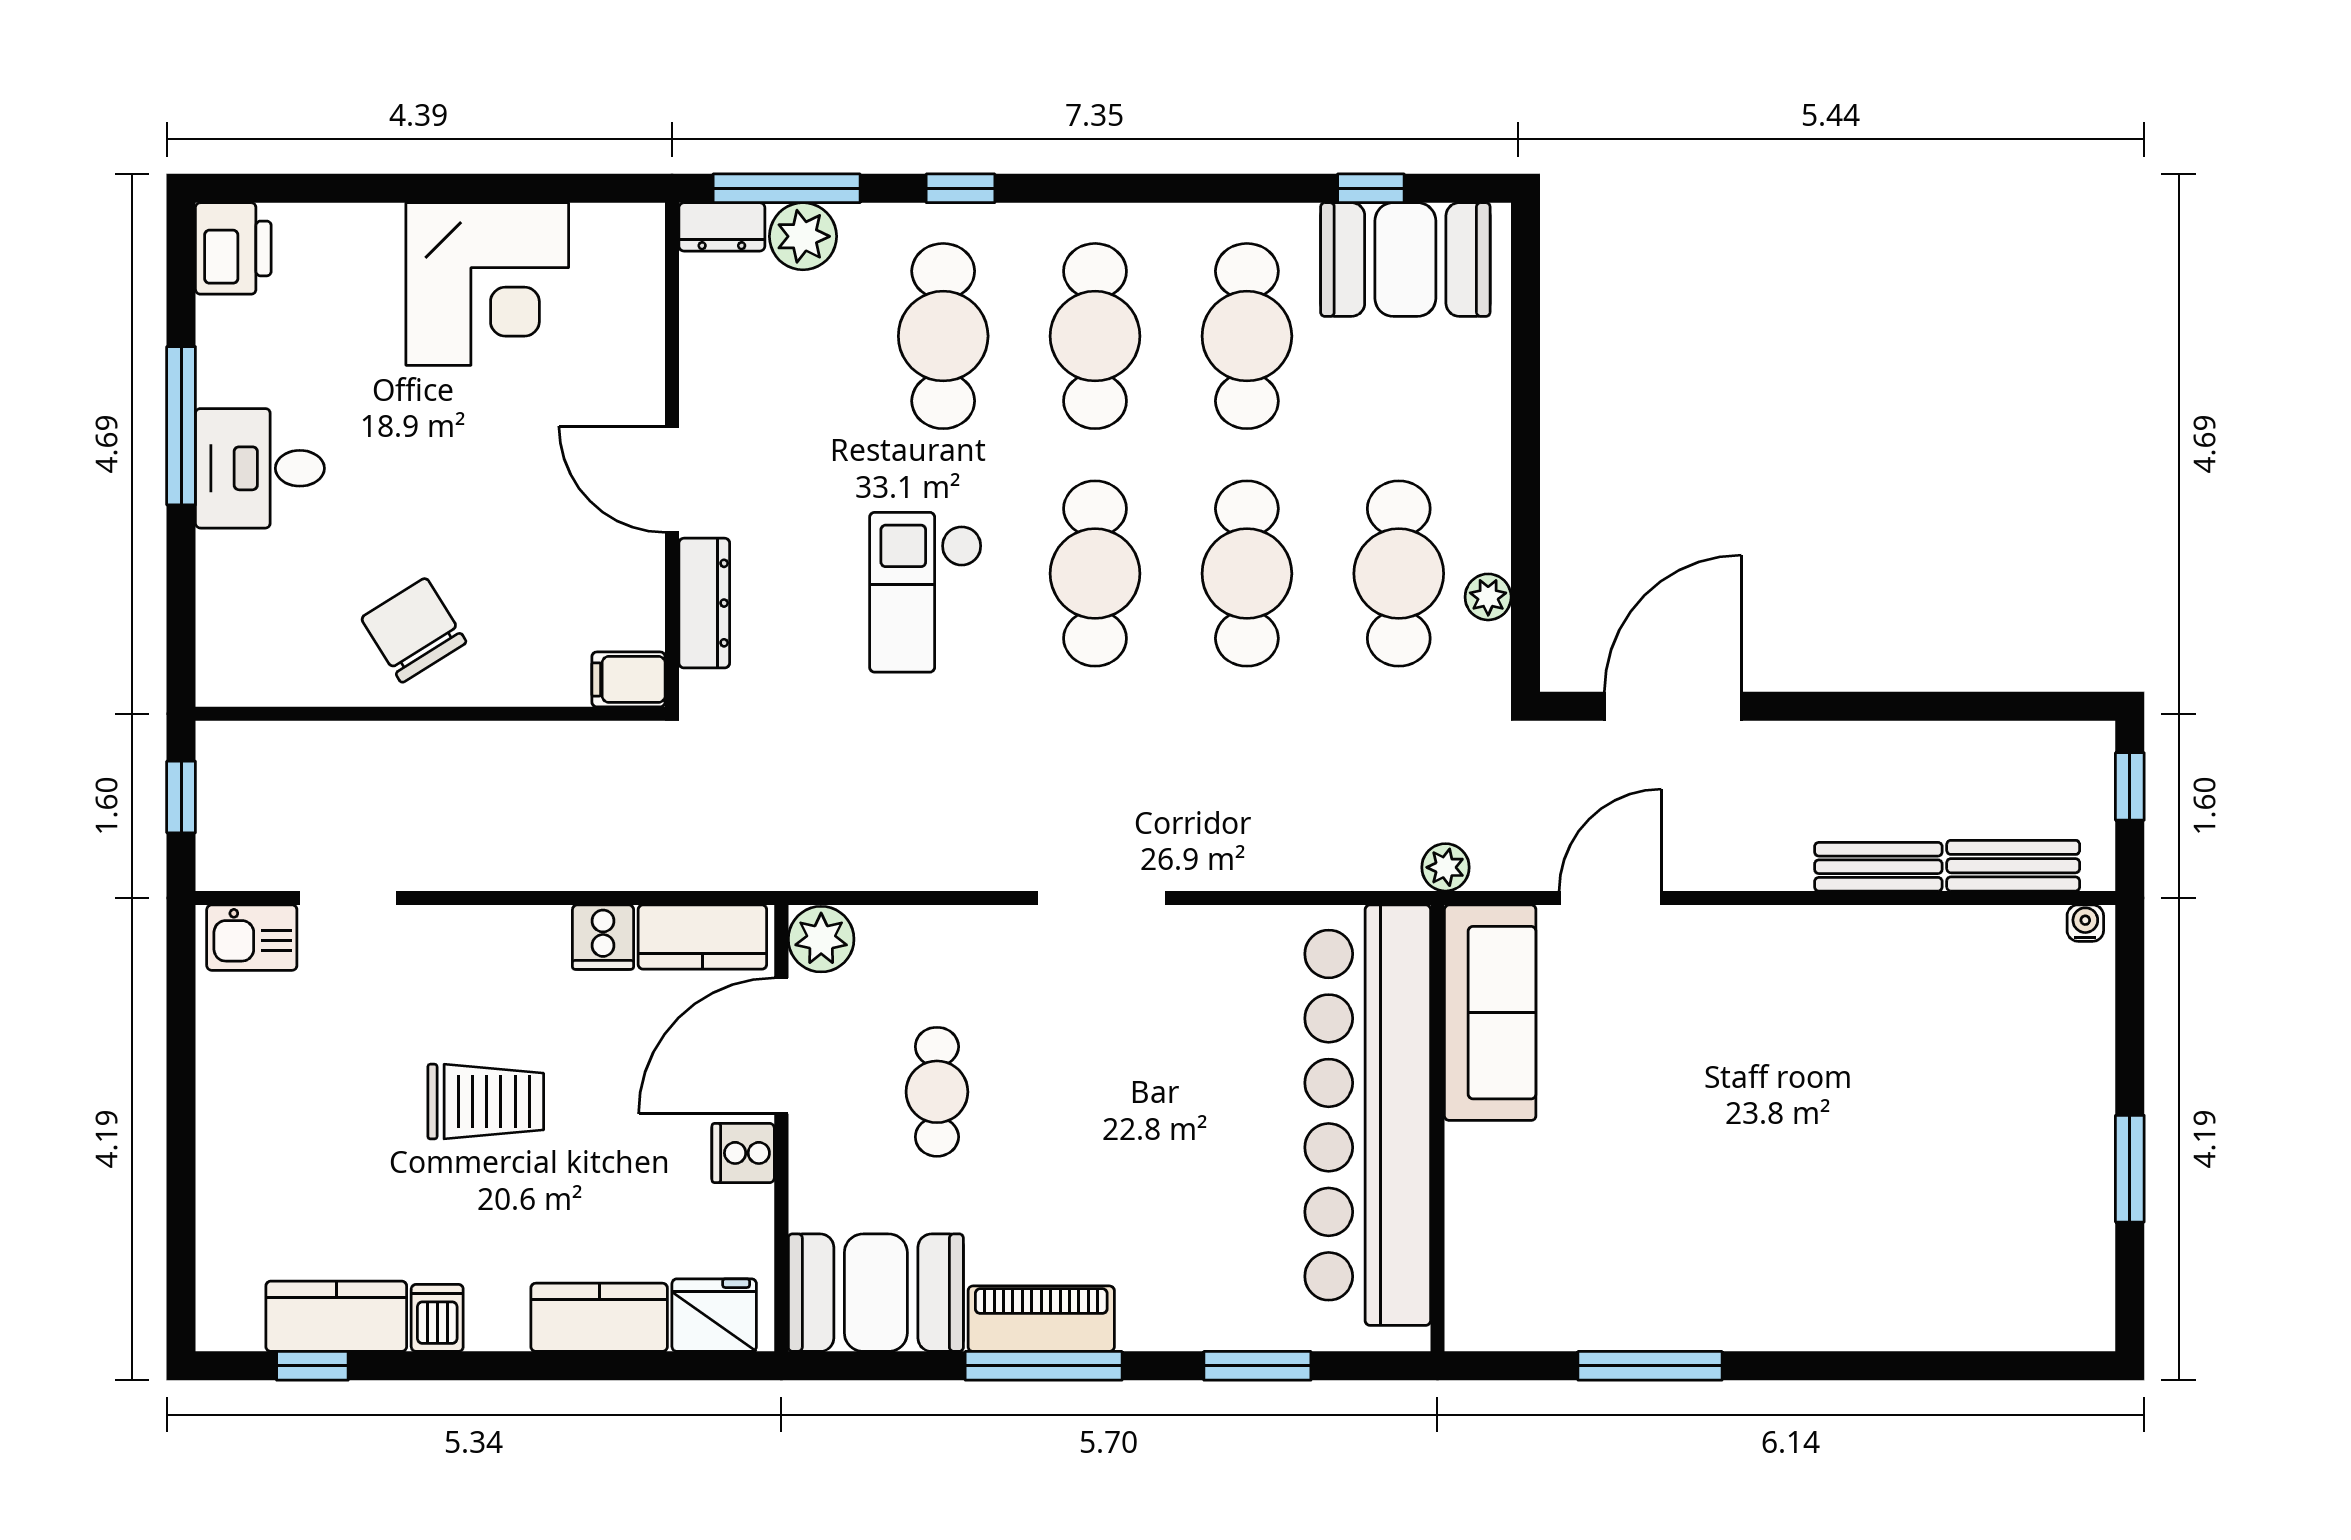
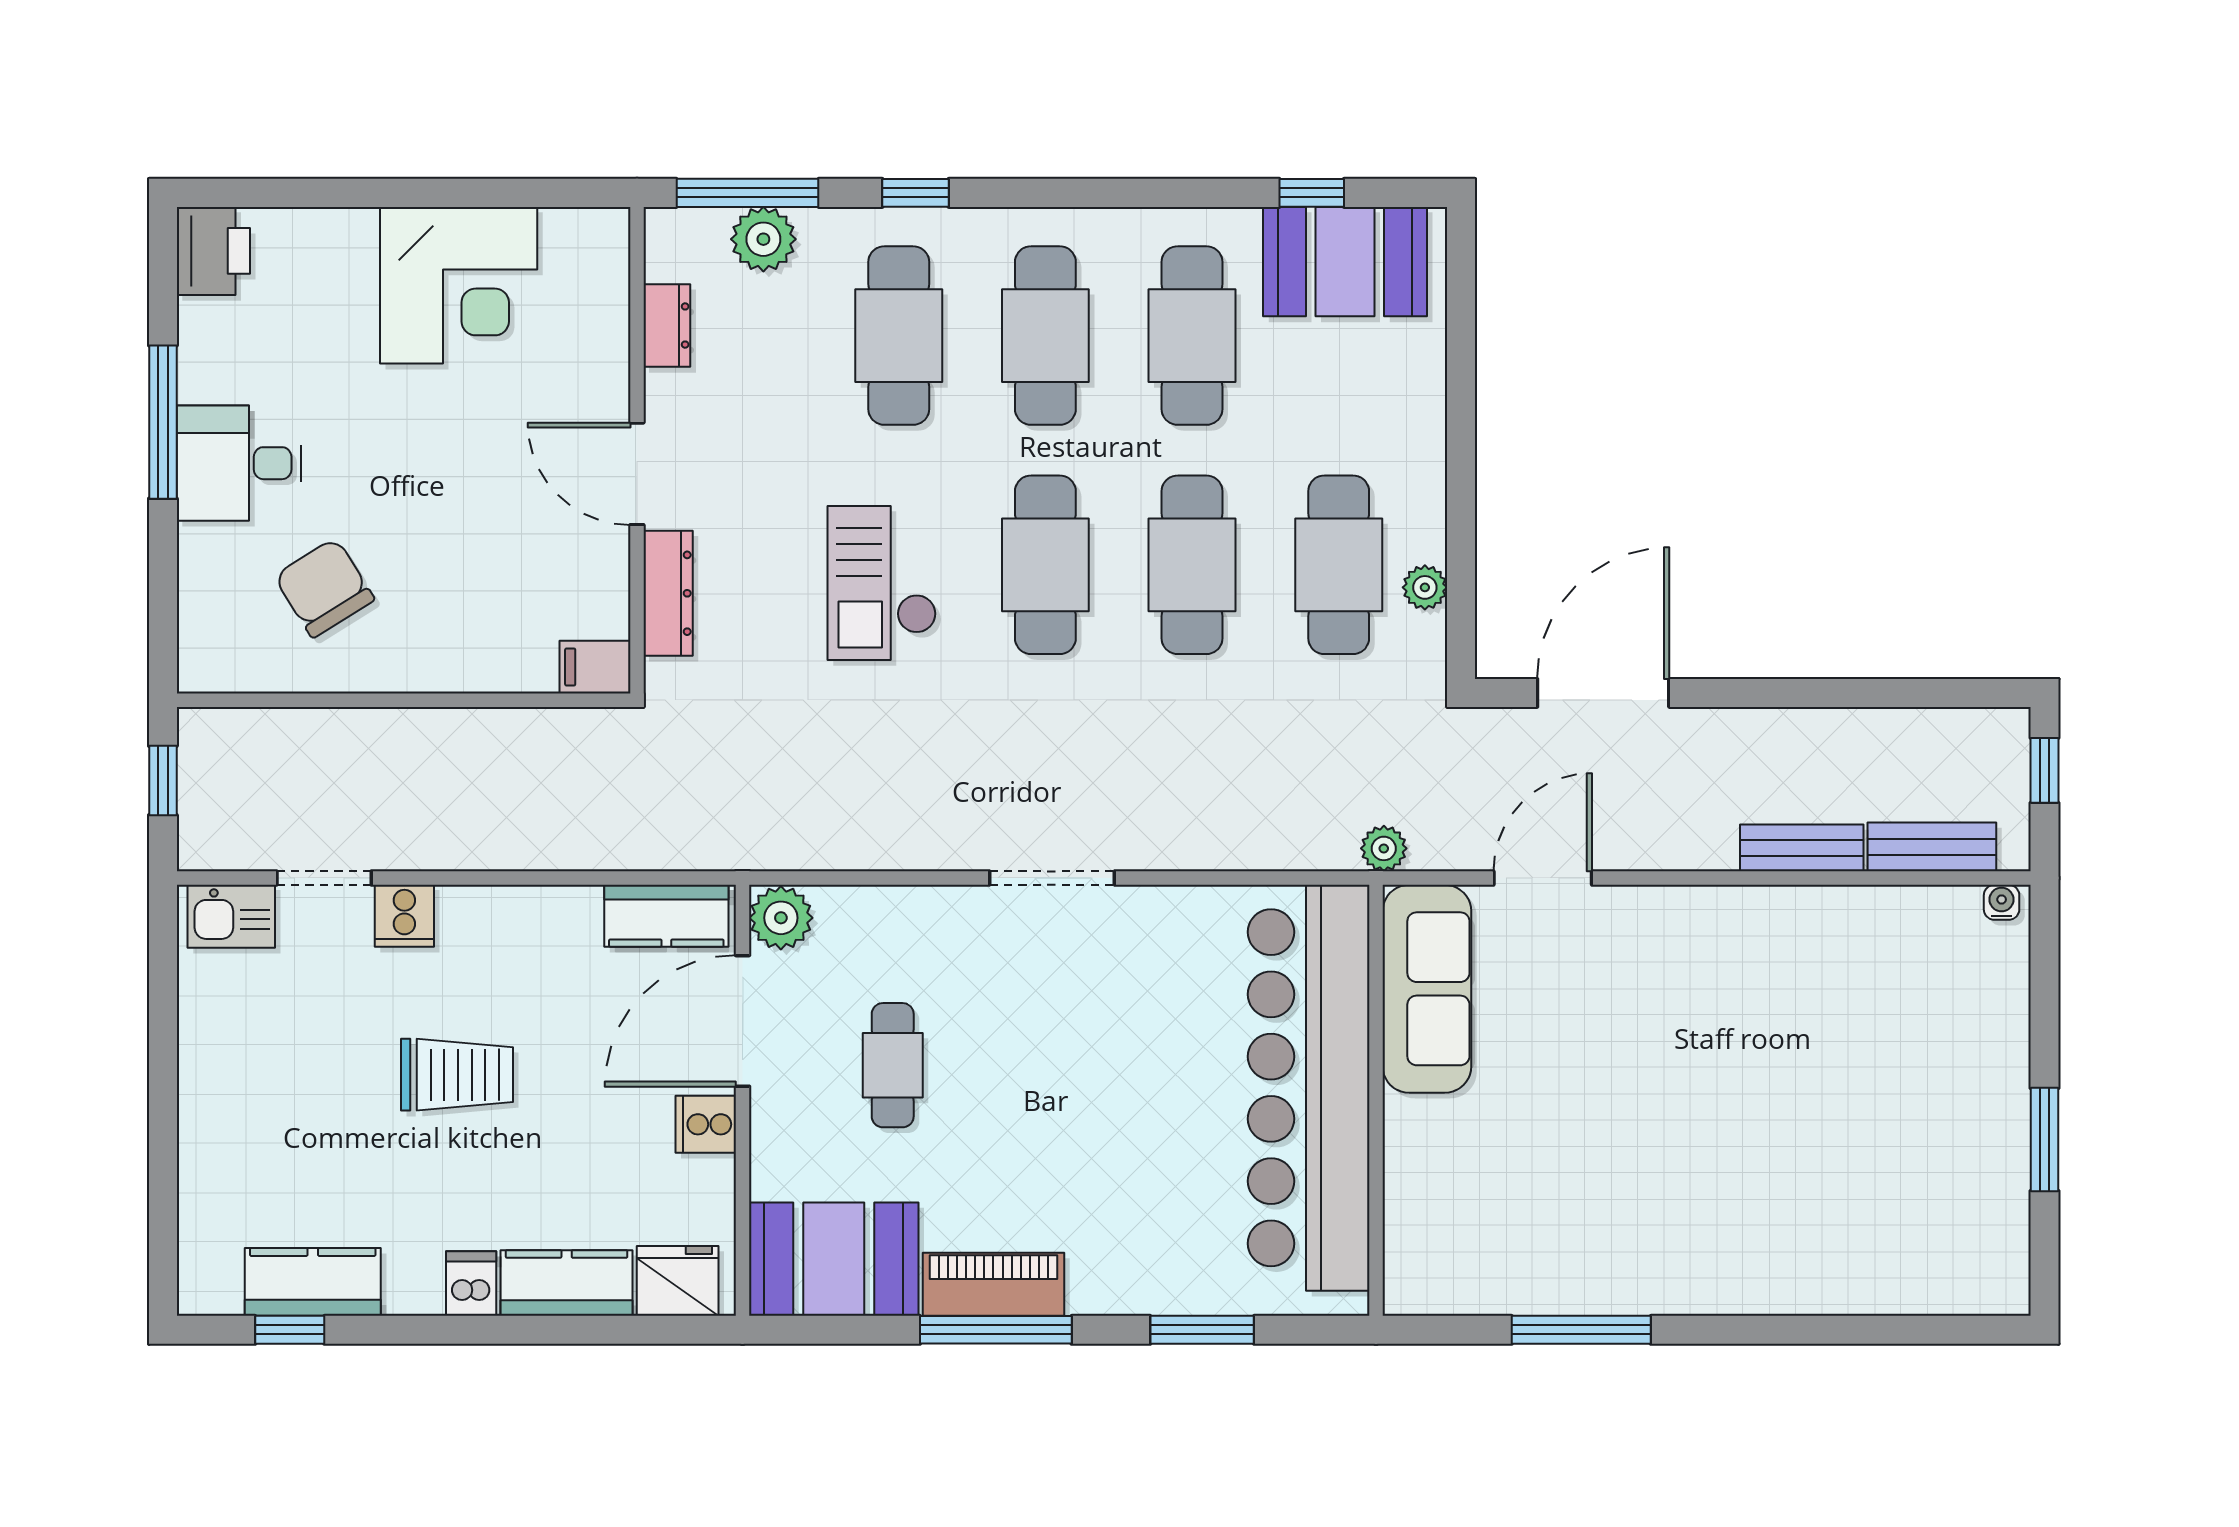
dresser: (722, 227) -> (667, 325), moved, turned -90
chair: (414, 630) -> (324, 588), moved
cooker: (603, 937) -> (404, 916), moved
dishwasher: (437, 1318) -> (471, 1284), moved

